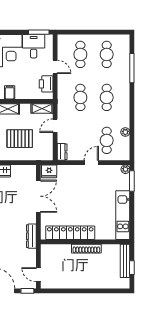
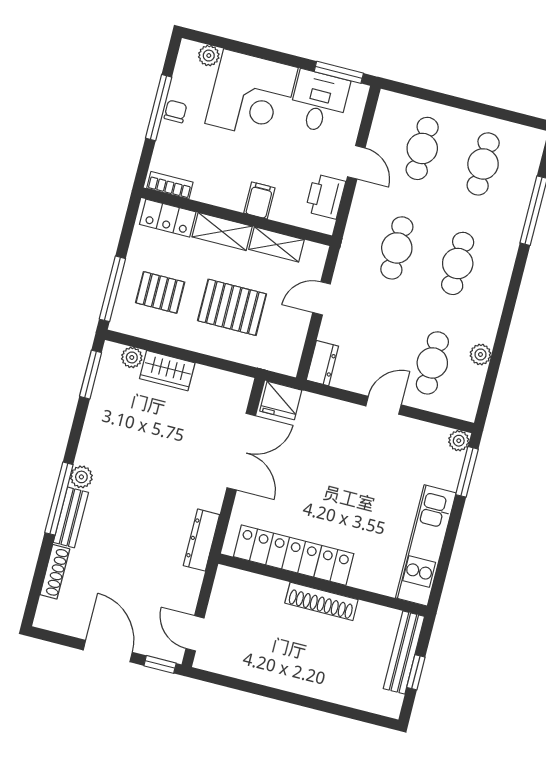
filing cabinet: (10, 92) -> (259, 200), moved
shelving: (42, 108) -> (277, 244), moved

